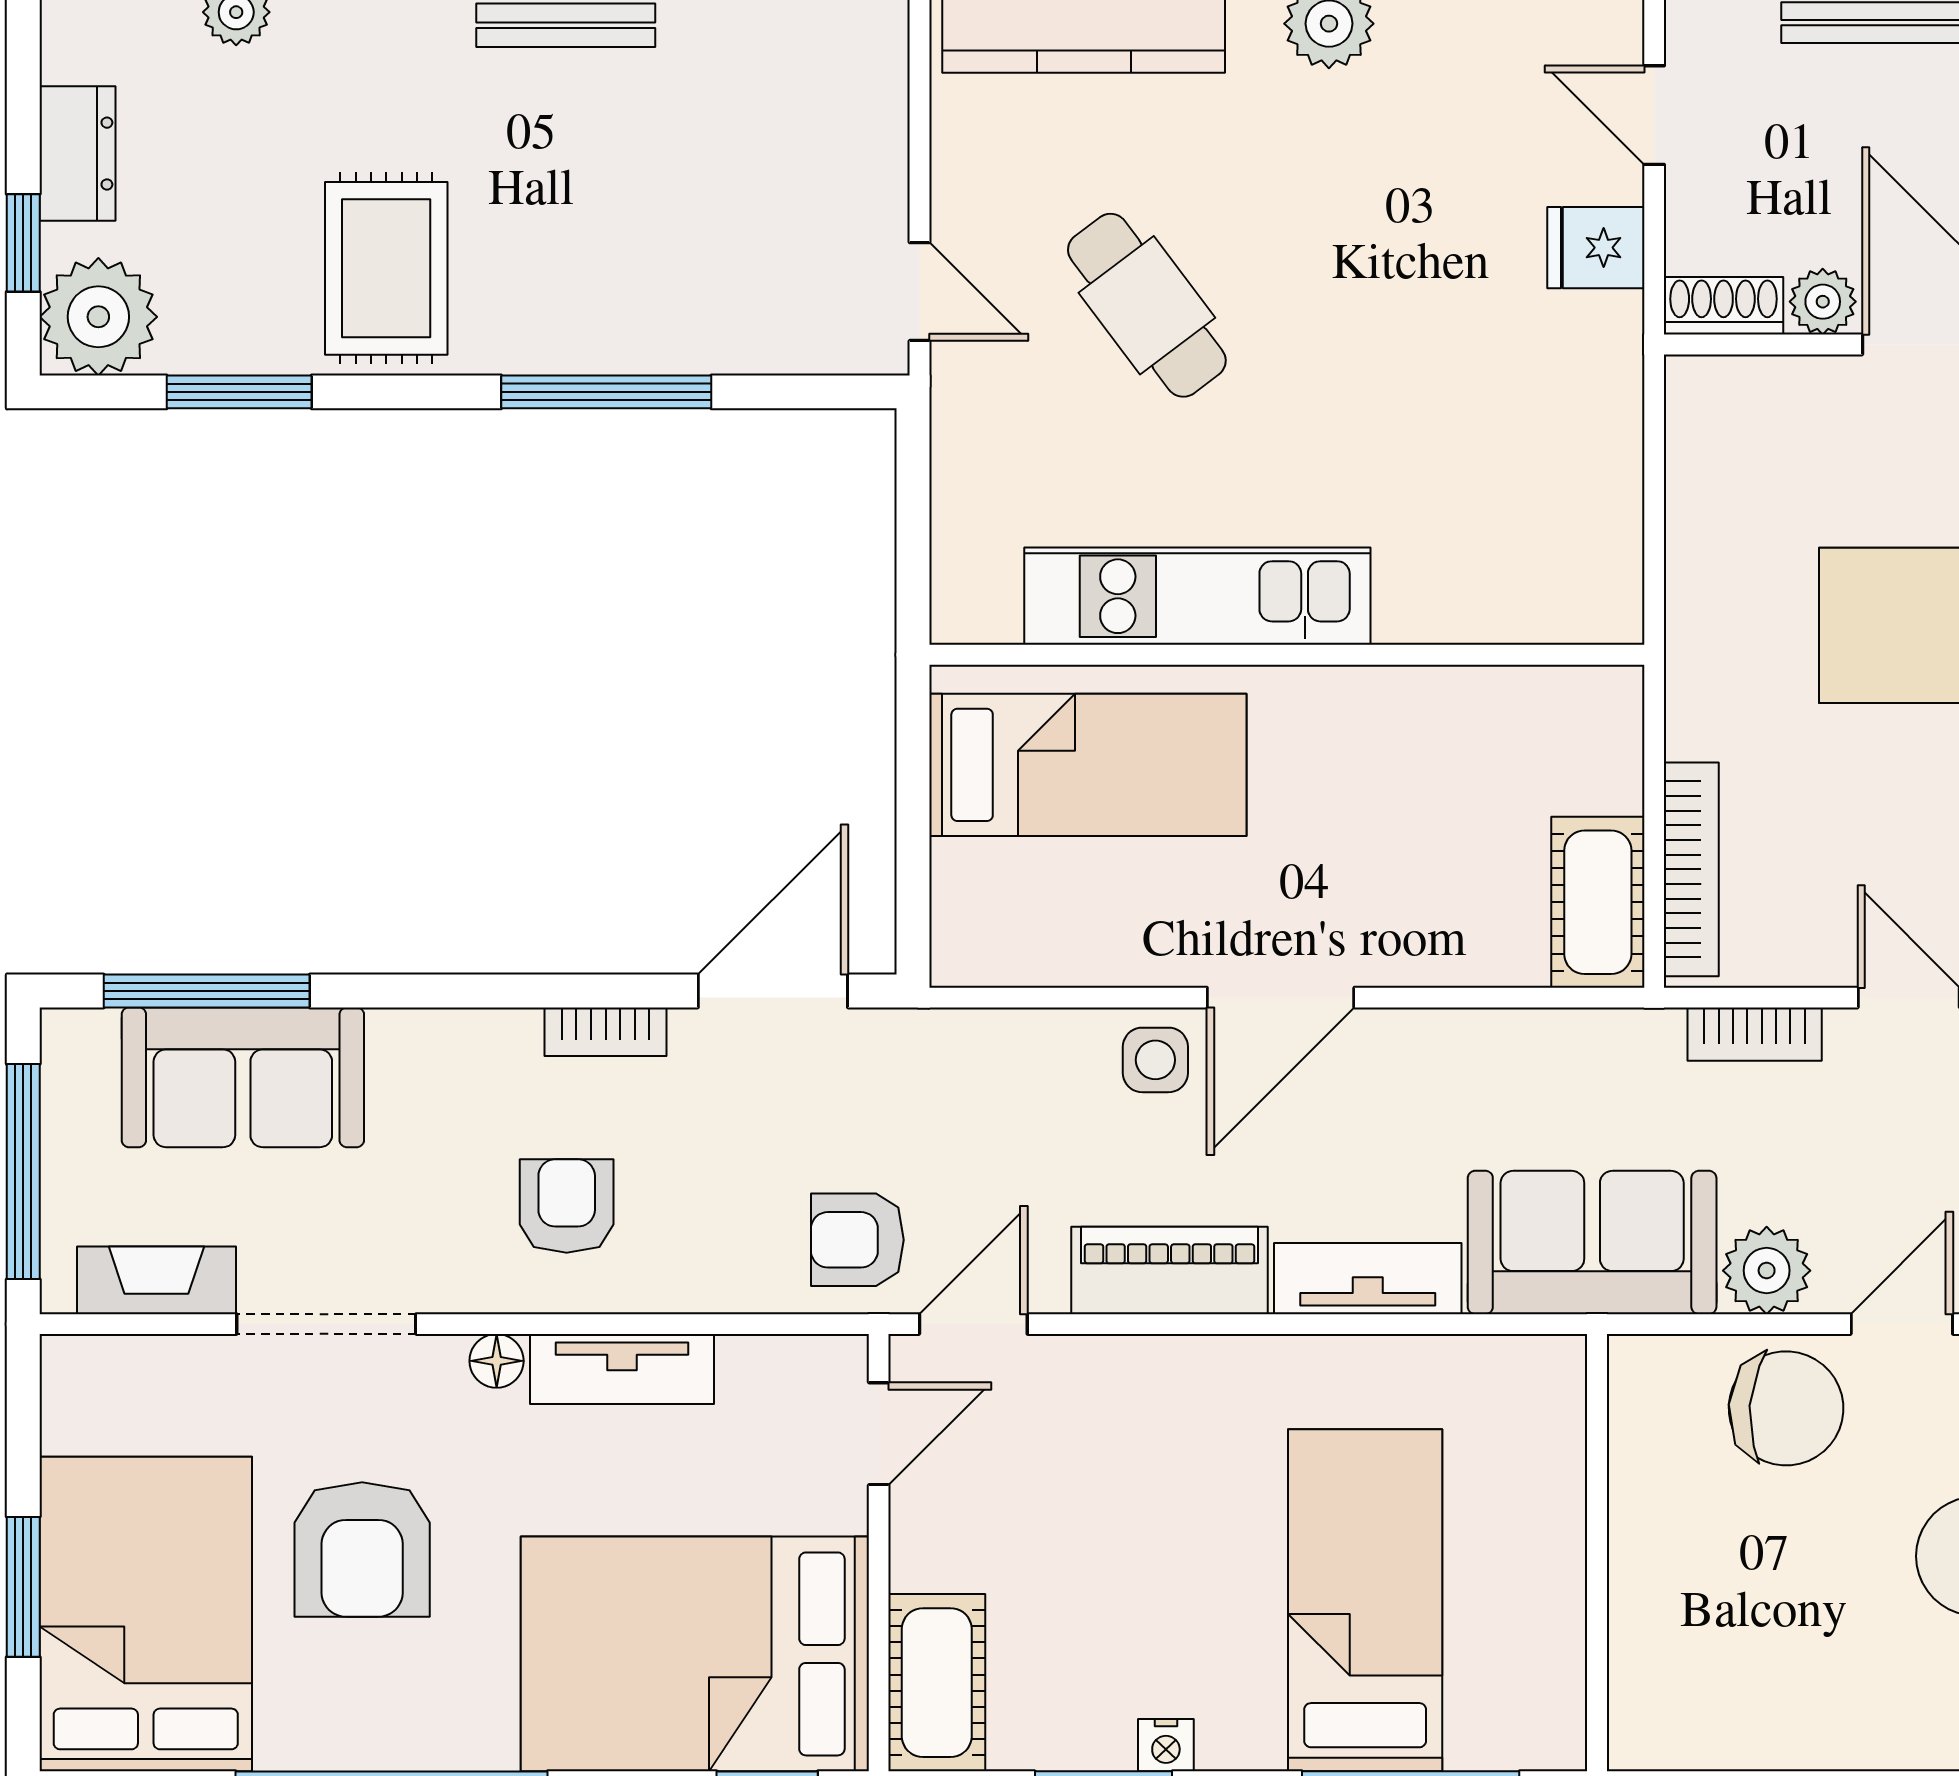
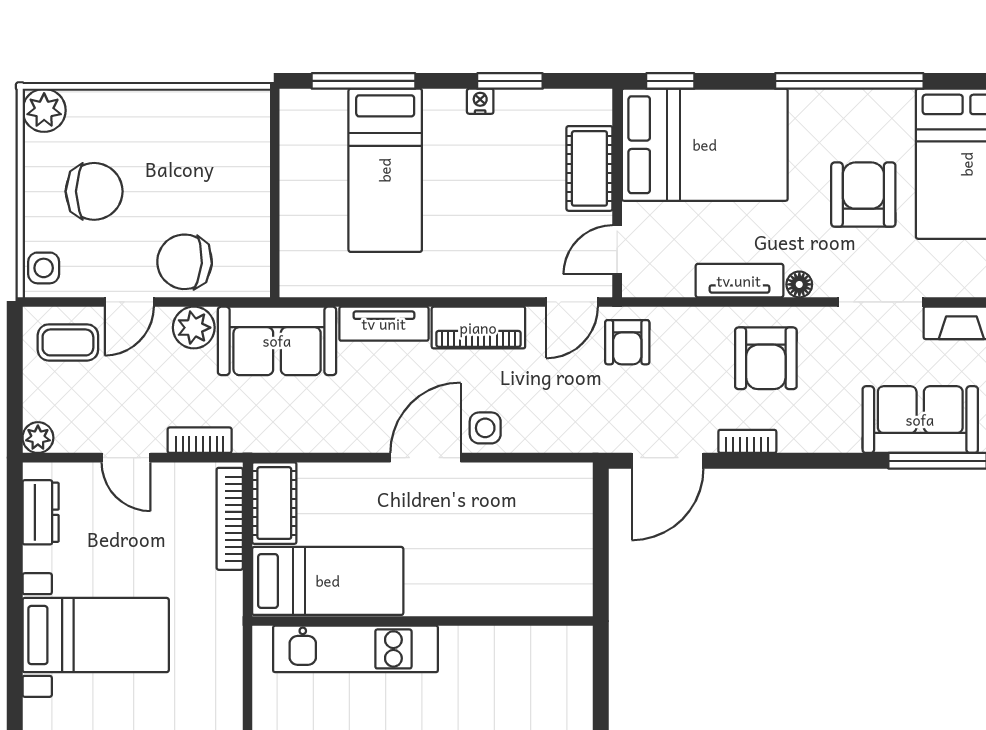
kitchen unit: (1197, 596) -> (356, 649), moved
bed: (1088, 765) -> (328, 581), moved, turned 180
armchair: (567, 1206) -> (766, 358), width x1.38, depth x1.38
armchair: (857, 1240) -> (627, 342), turned 90
cot: (937, 1683) -> (589, 168), moved

